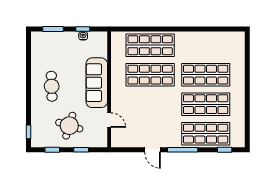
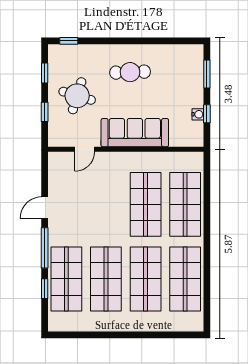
shop shelf: (206, 45) -> (185, 279), added
window: (225, 150) -> (45, 289), moved

